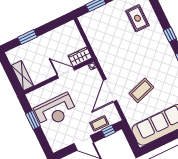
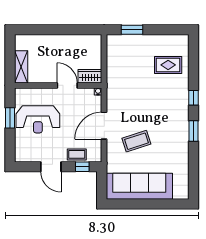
rug: (137, 18) -> (168, 65), turned 90
window: (27, 37) -> (45, 30), removed

